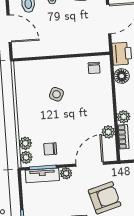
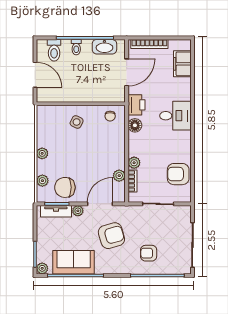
side table: (56, 94) -> (77, 122), moved
chair: (50, 149) -> (65, 187), width x1.87, depth x1.87
plant: (26, 157) -> (42, 153), moved

